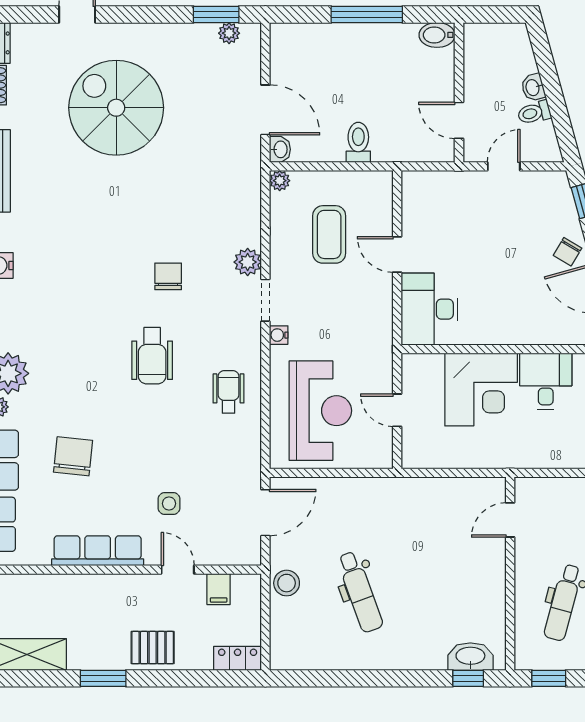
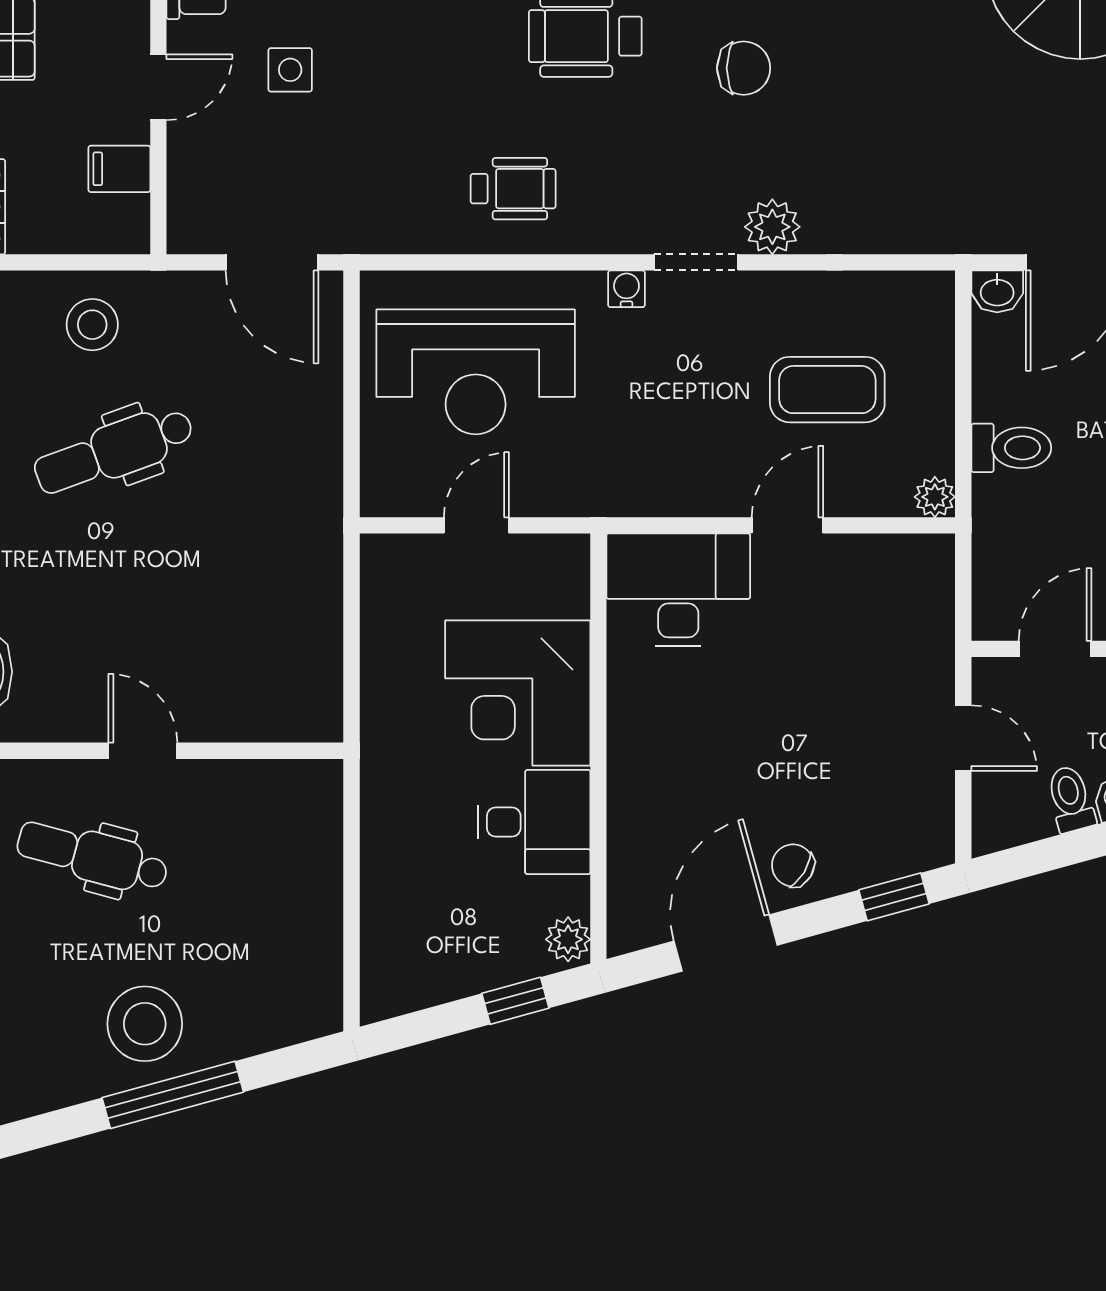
plant: (280, 181) -> (935, 497), moved
door: (510, 520) -> (143, 751), moved
stool: (287, 583) -> (92, 325), moved

